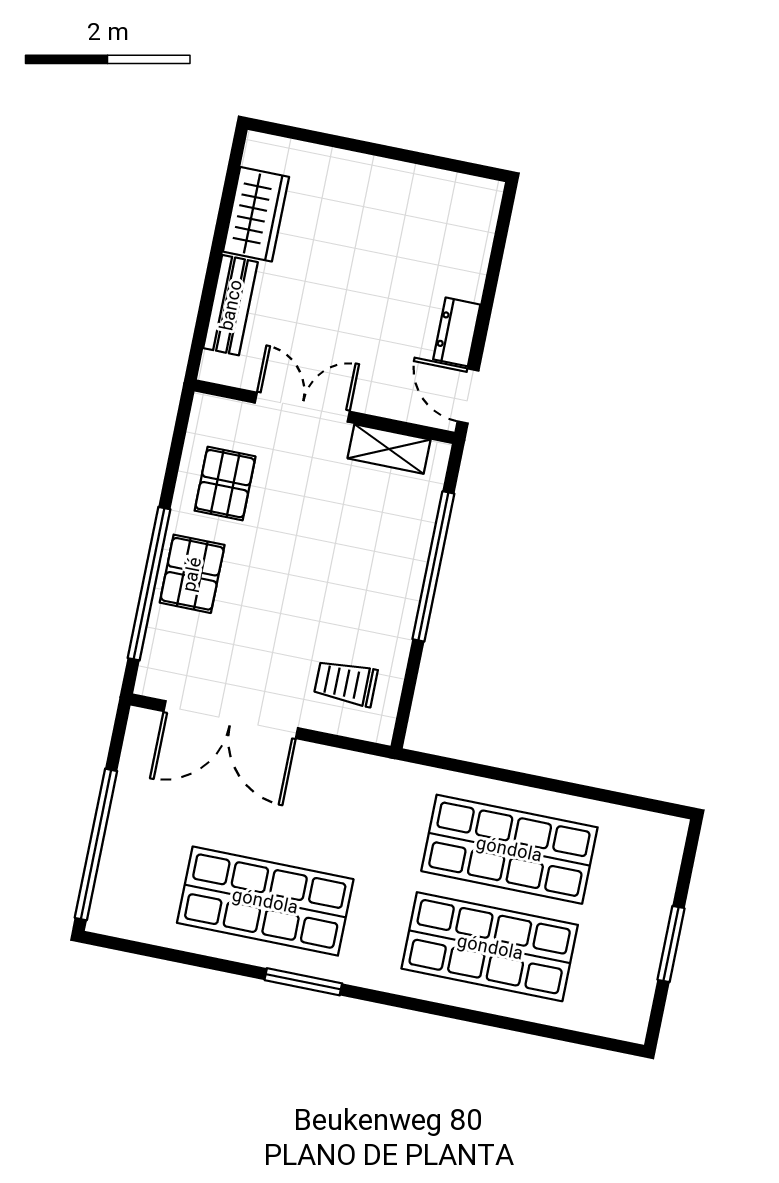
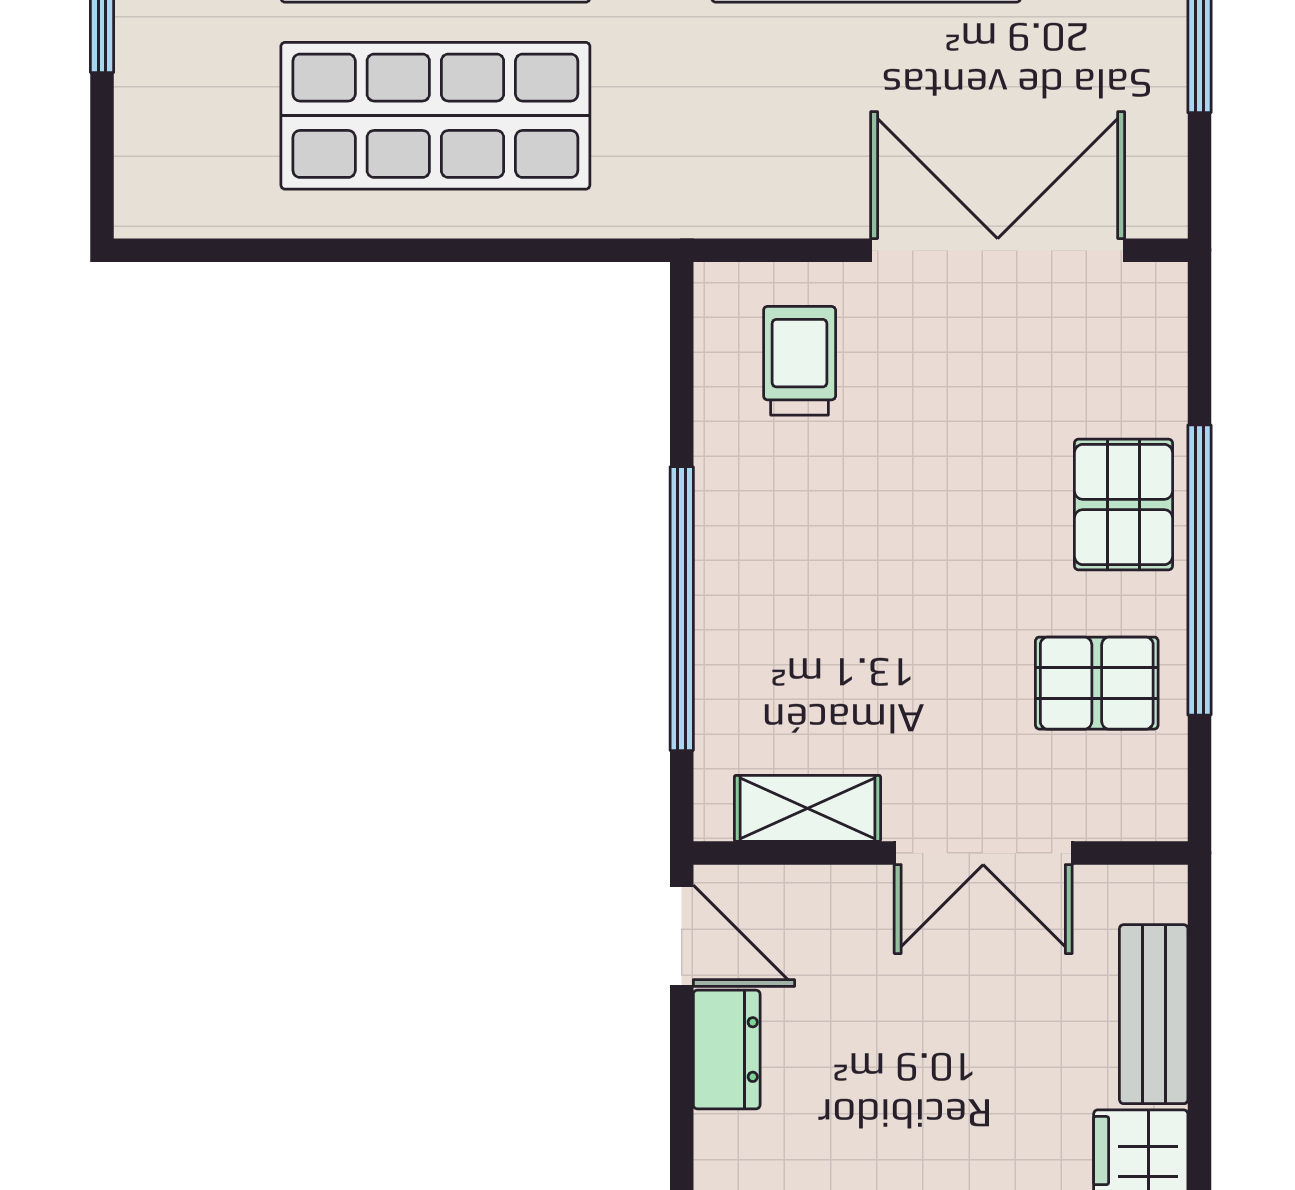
pallet: (225, 484) -> (1097, 683), turned 90
window: (149, 584) -> (1199, 570), moved
trolley: (346, 683) -> (800, 361), turned -90

